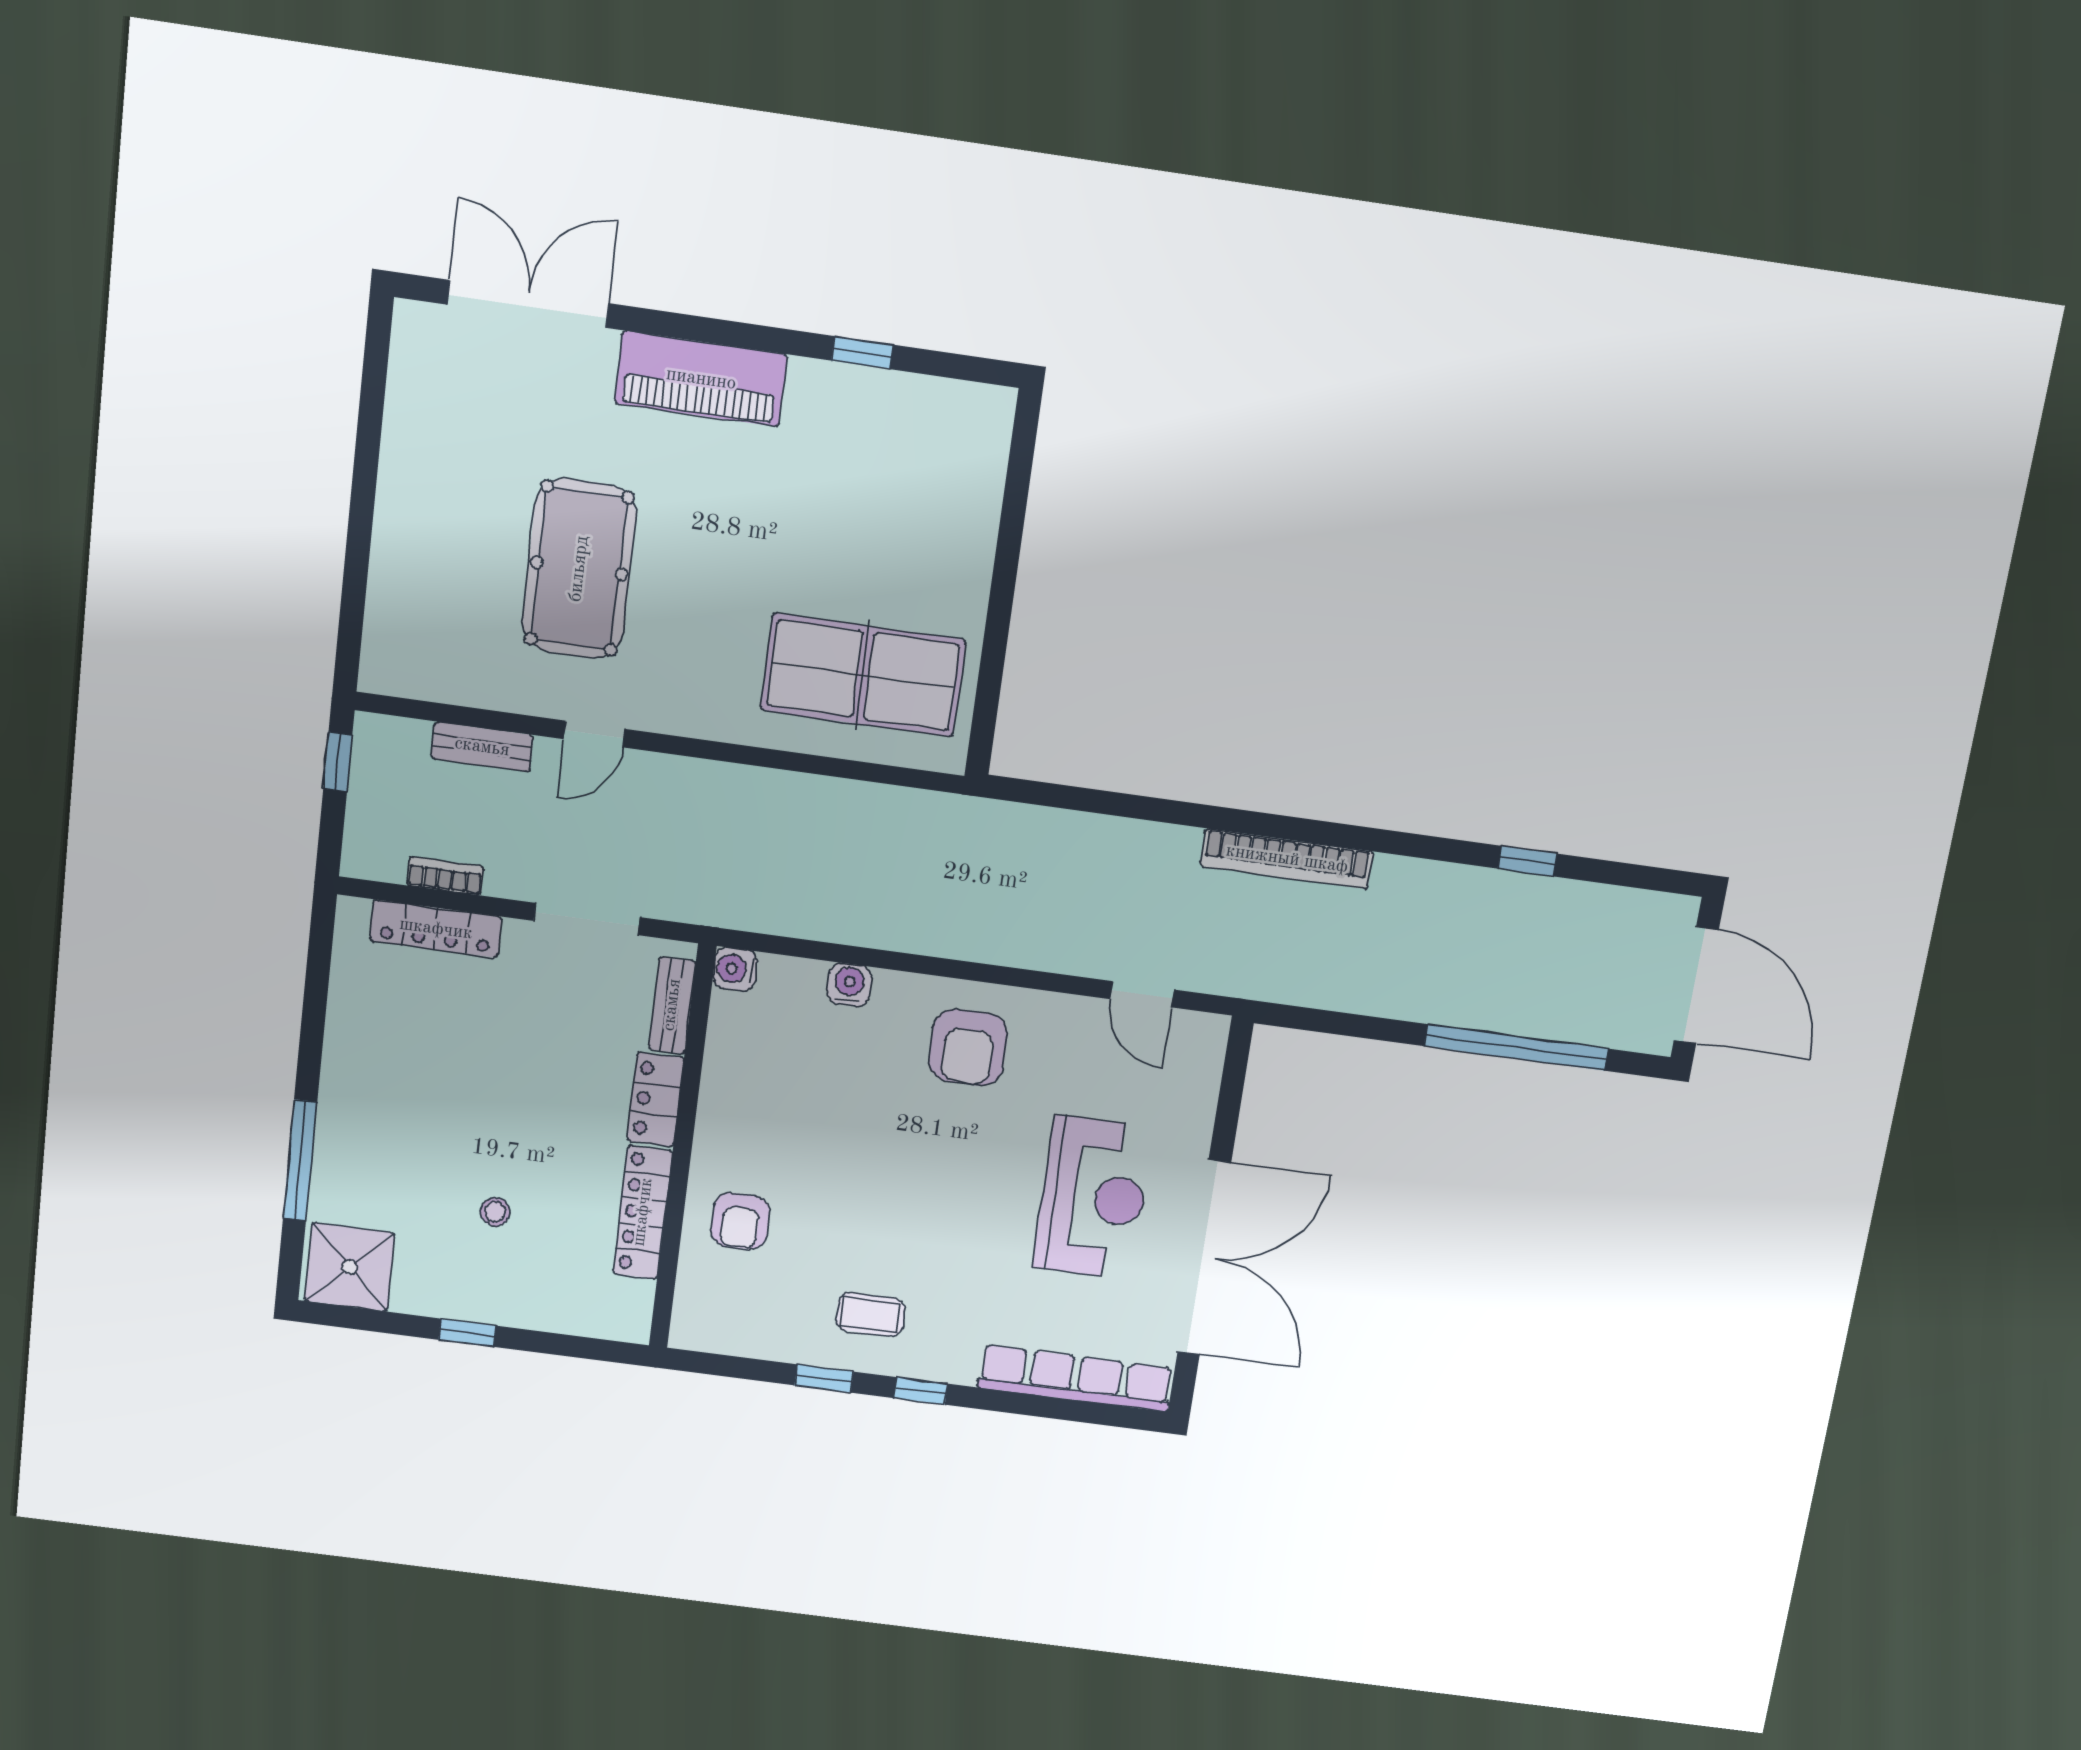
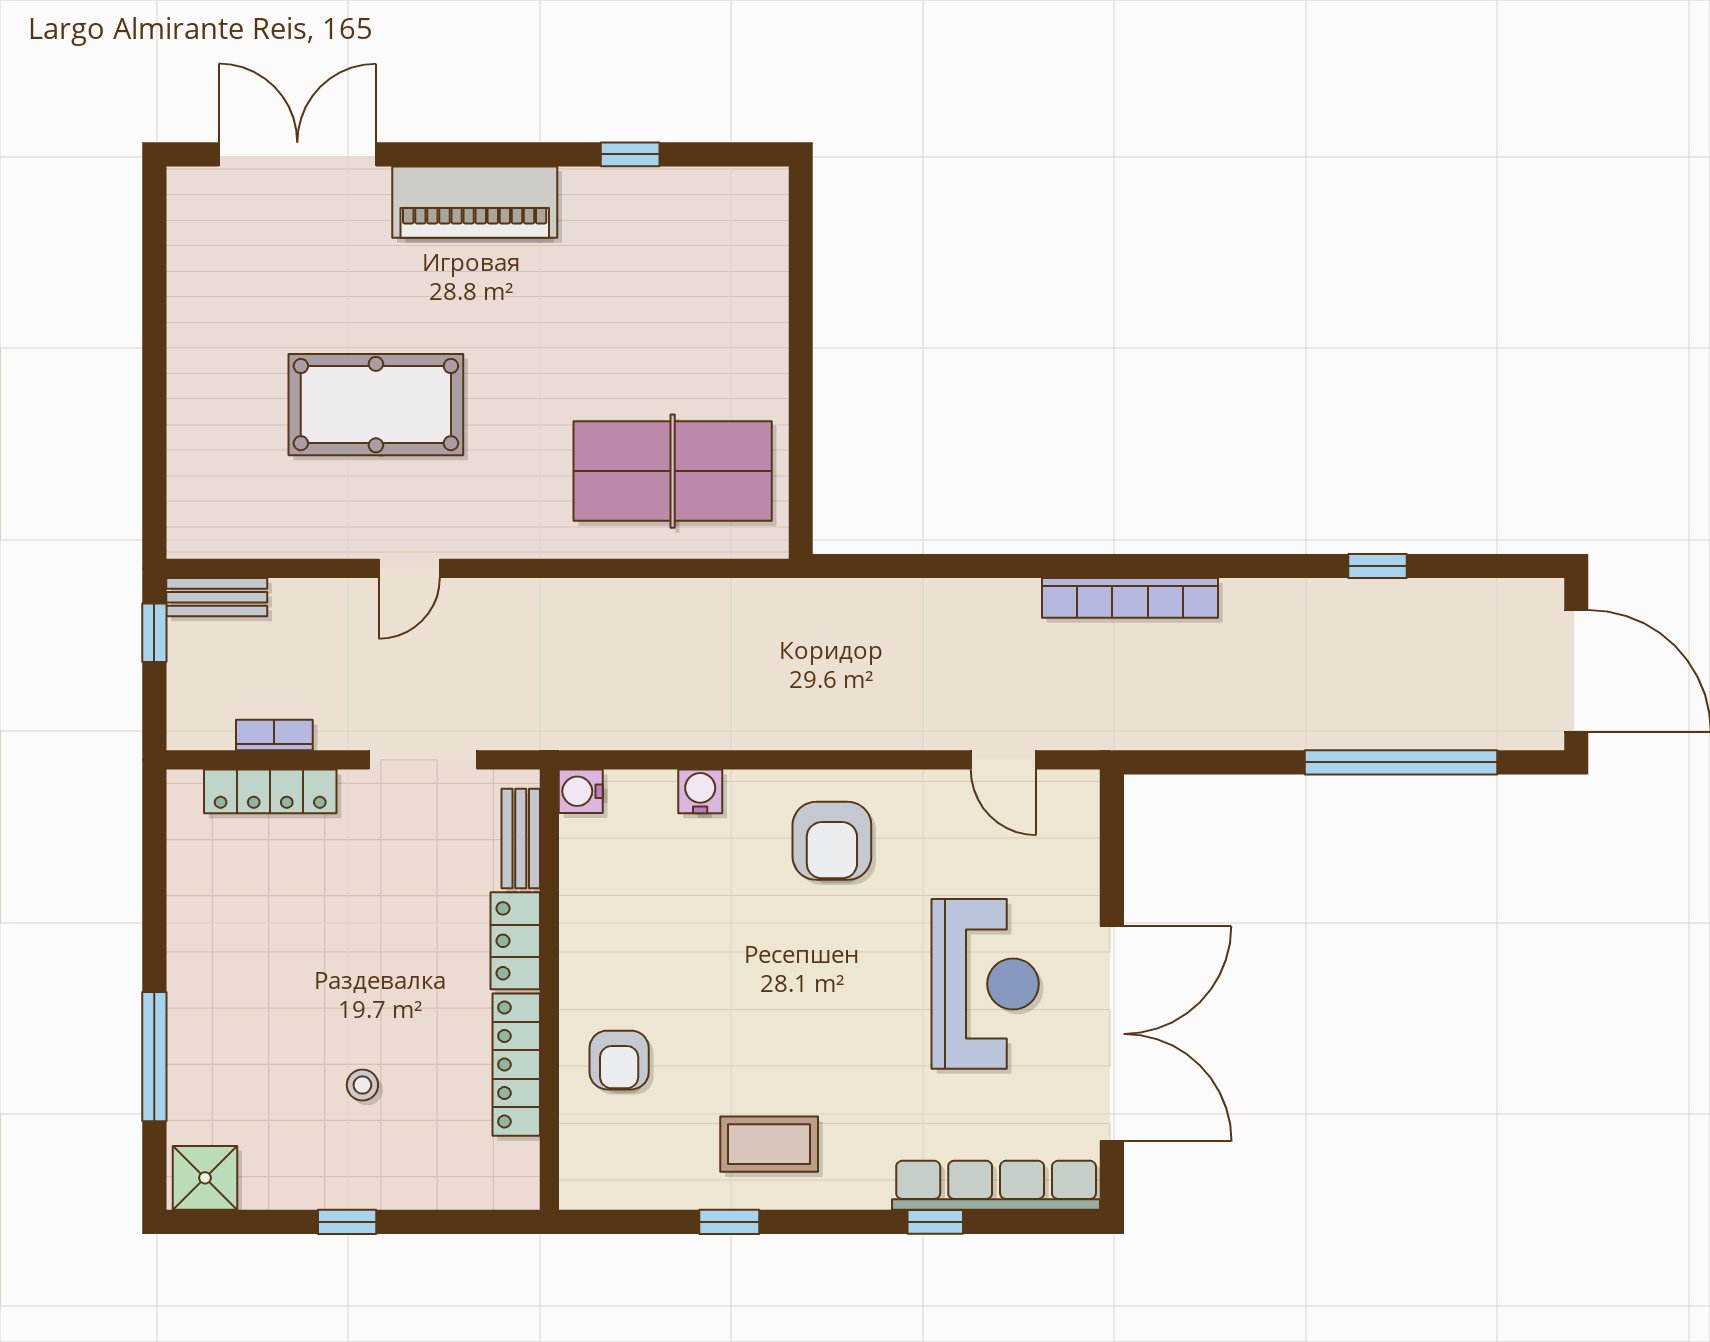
pool table: (579, 569) -> (376, 405), turned 90
bench: (482, 747) -> (217, 597), moved
shower: (350, 1267) -> (205, 1178), width x0.73, depth x0.73
coffee table: (870, 1315) -> (769, 1144), width x1.36, depth x1.30
window: (921, 1391) -> (935, 1222), moved

